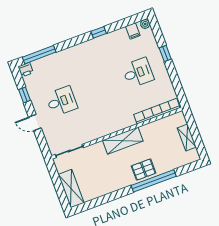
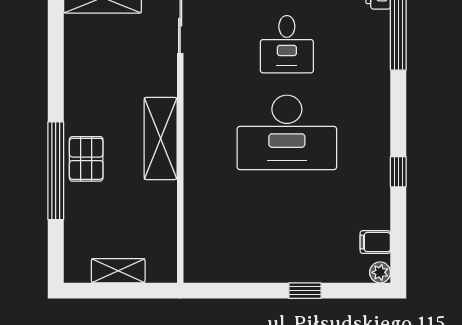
desk: (138, 73) -> (287, 132), moved, width x1.87, depth x1.30
bookcase: (157, 111) -> (195, 230), removed

